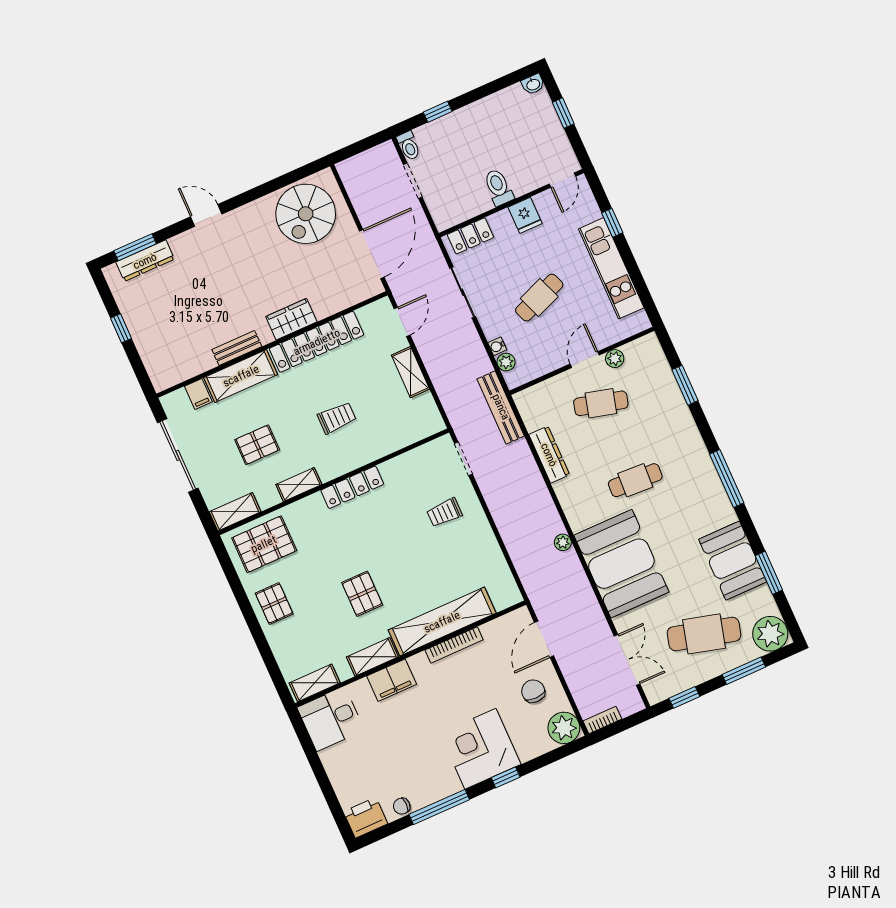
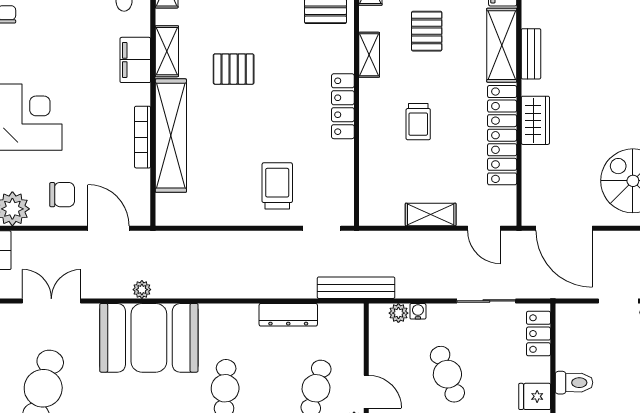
trolley: (444, 513) -> (277, 186), width x1.36, depth x1.39
plant: (563, 542) -> (142, 290), moved
double door: (627, 660) -> (51, 301), swing flipped

